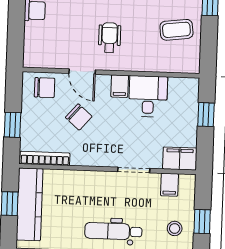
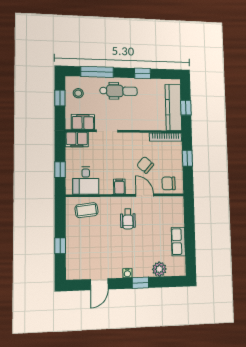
coffee table: (176, 30) -> (87, 210), moved
desk: (148, 96) -> (86, 181), moved
filing cabinet: (169, 185) -> (83, 122), width x2.00

